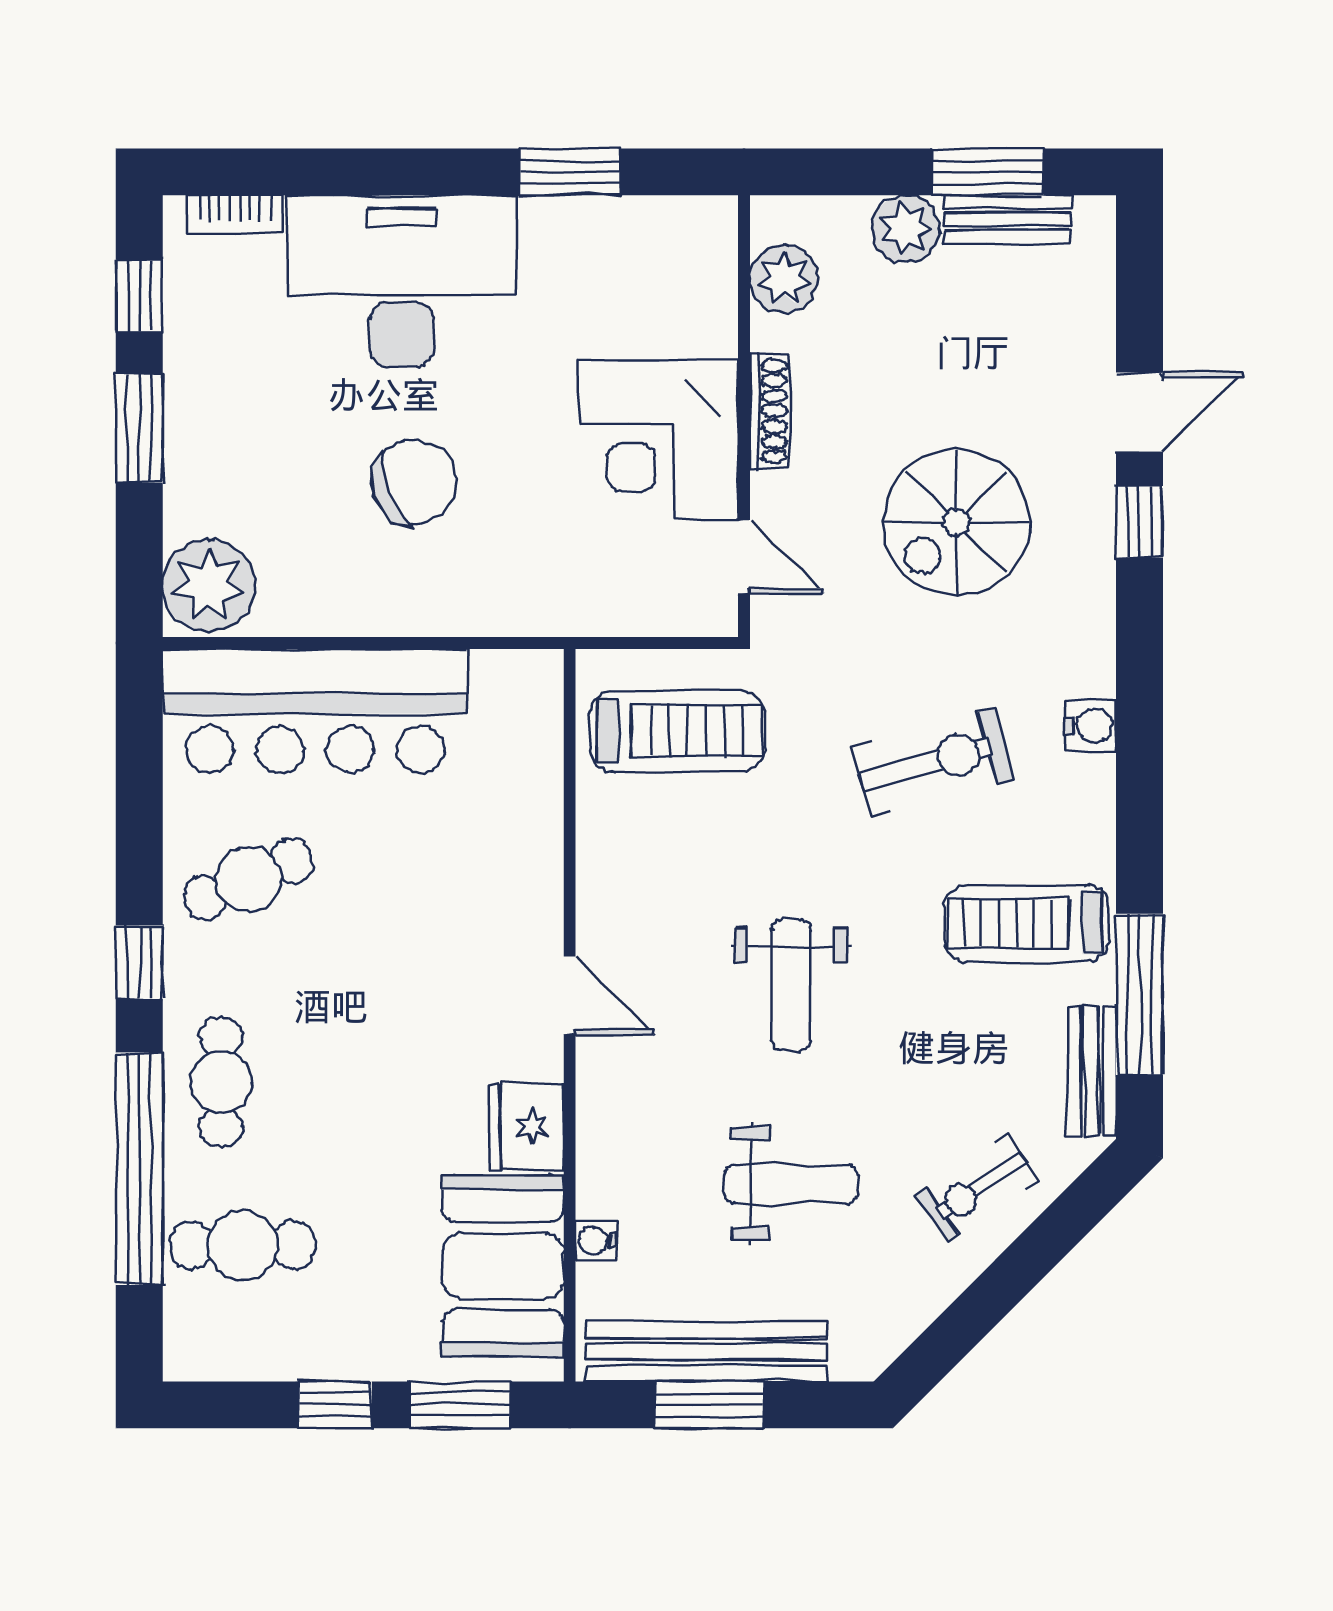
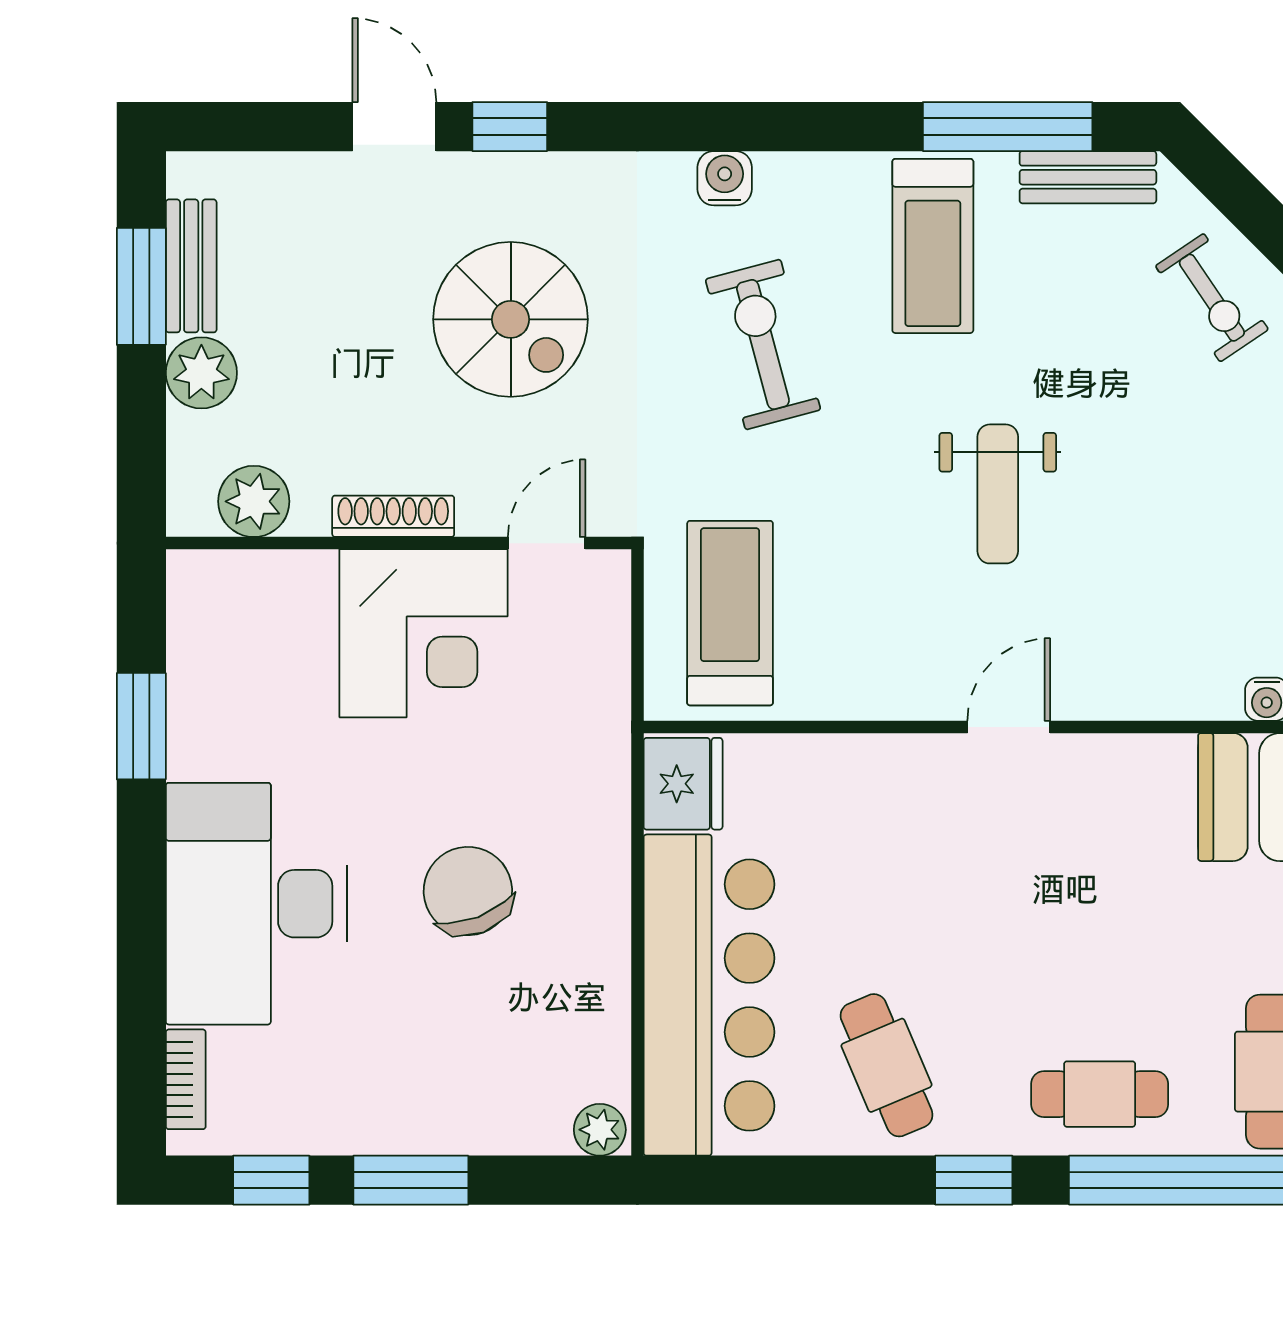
plant: (209, 586) -> (600, 1130), width x0.53, depth x0.53
weight bench: (791, 985) -> (998, 494), turned 90
fridge: (526, 1127) -> (683, 784), moved, turned -90
weight bench: (791, 1184) -> (1207, 494), removed

